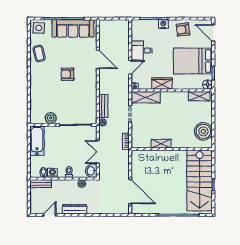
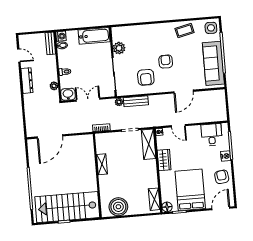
desk: (142, 51) -> (212, 135), moved
armchair: (81, 95) -> (146, 77), added
washing machine: (52, 173) -> (61, 36), moved

